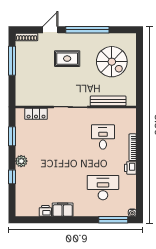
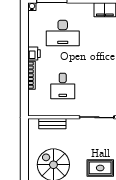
bench: (108, 101) -> (52, 124), width x0.73

